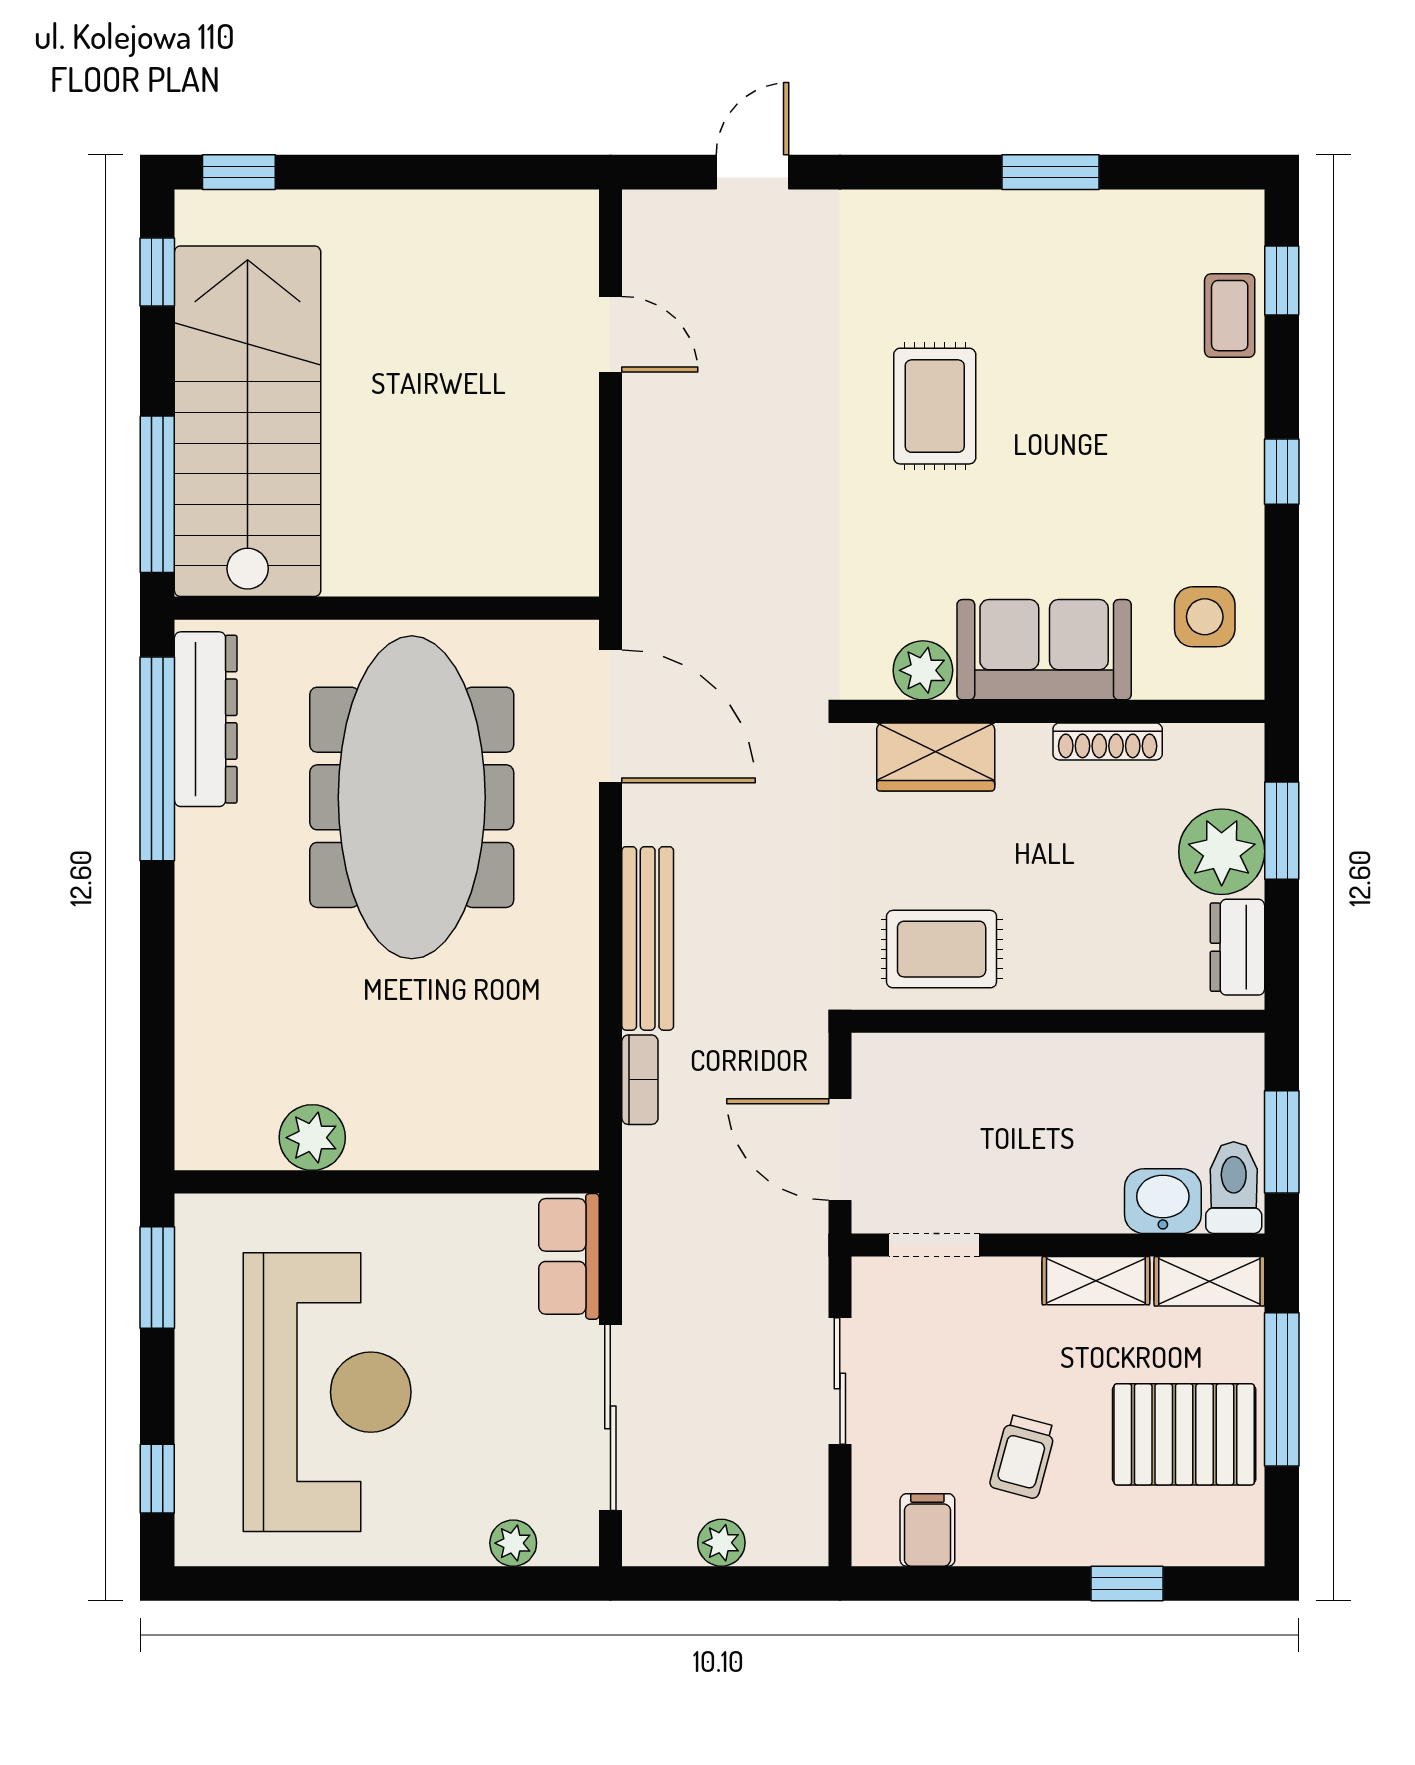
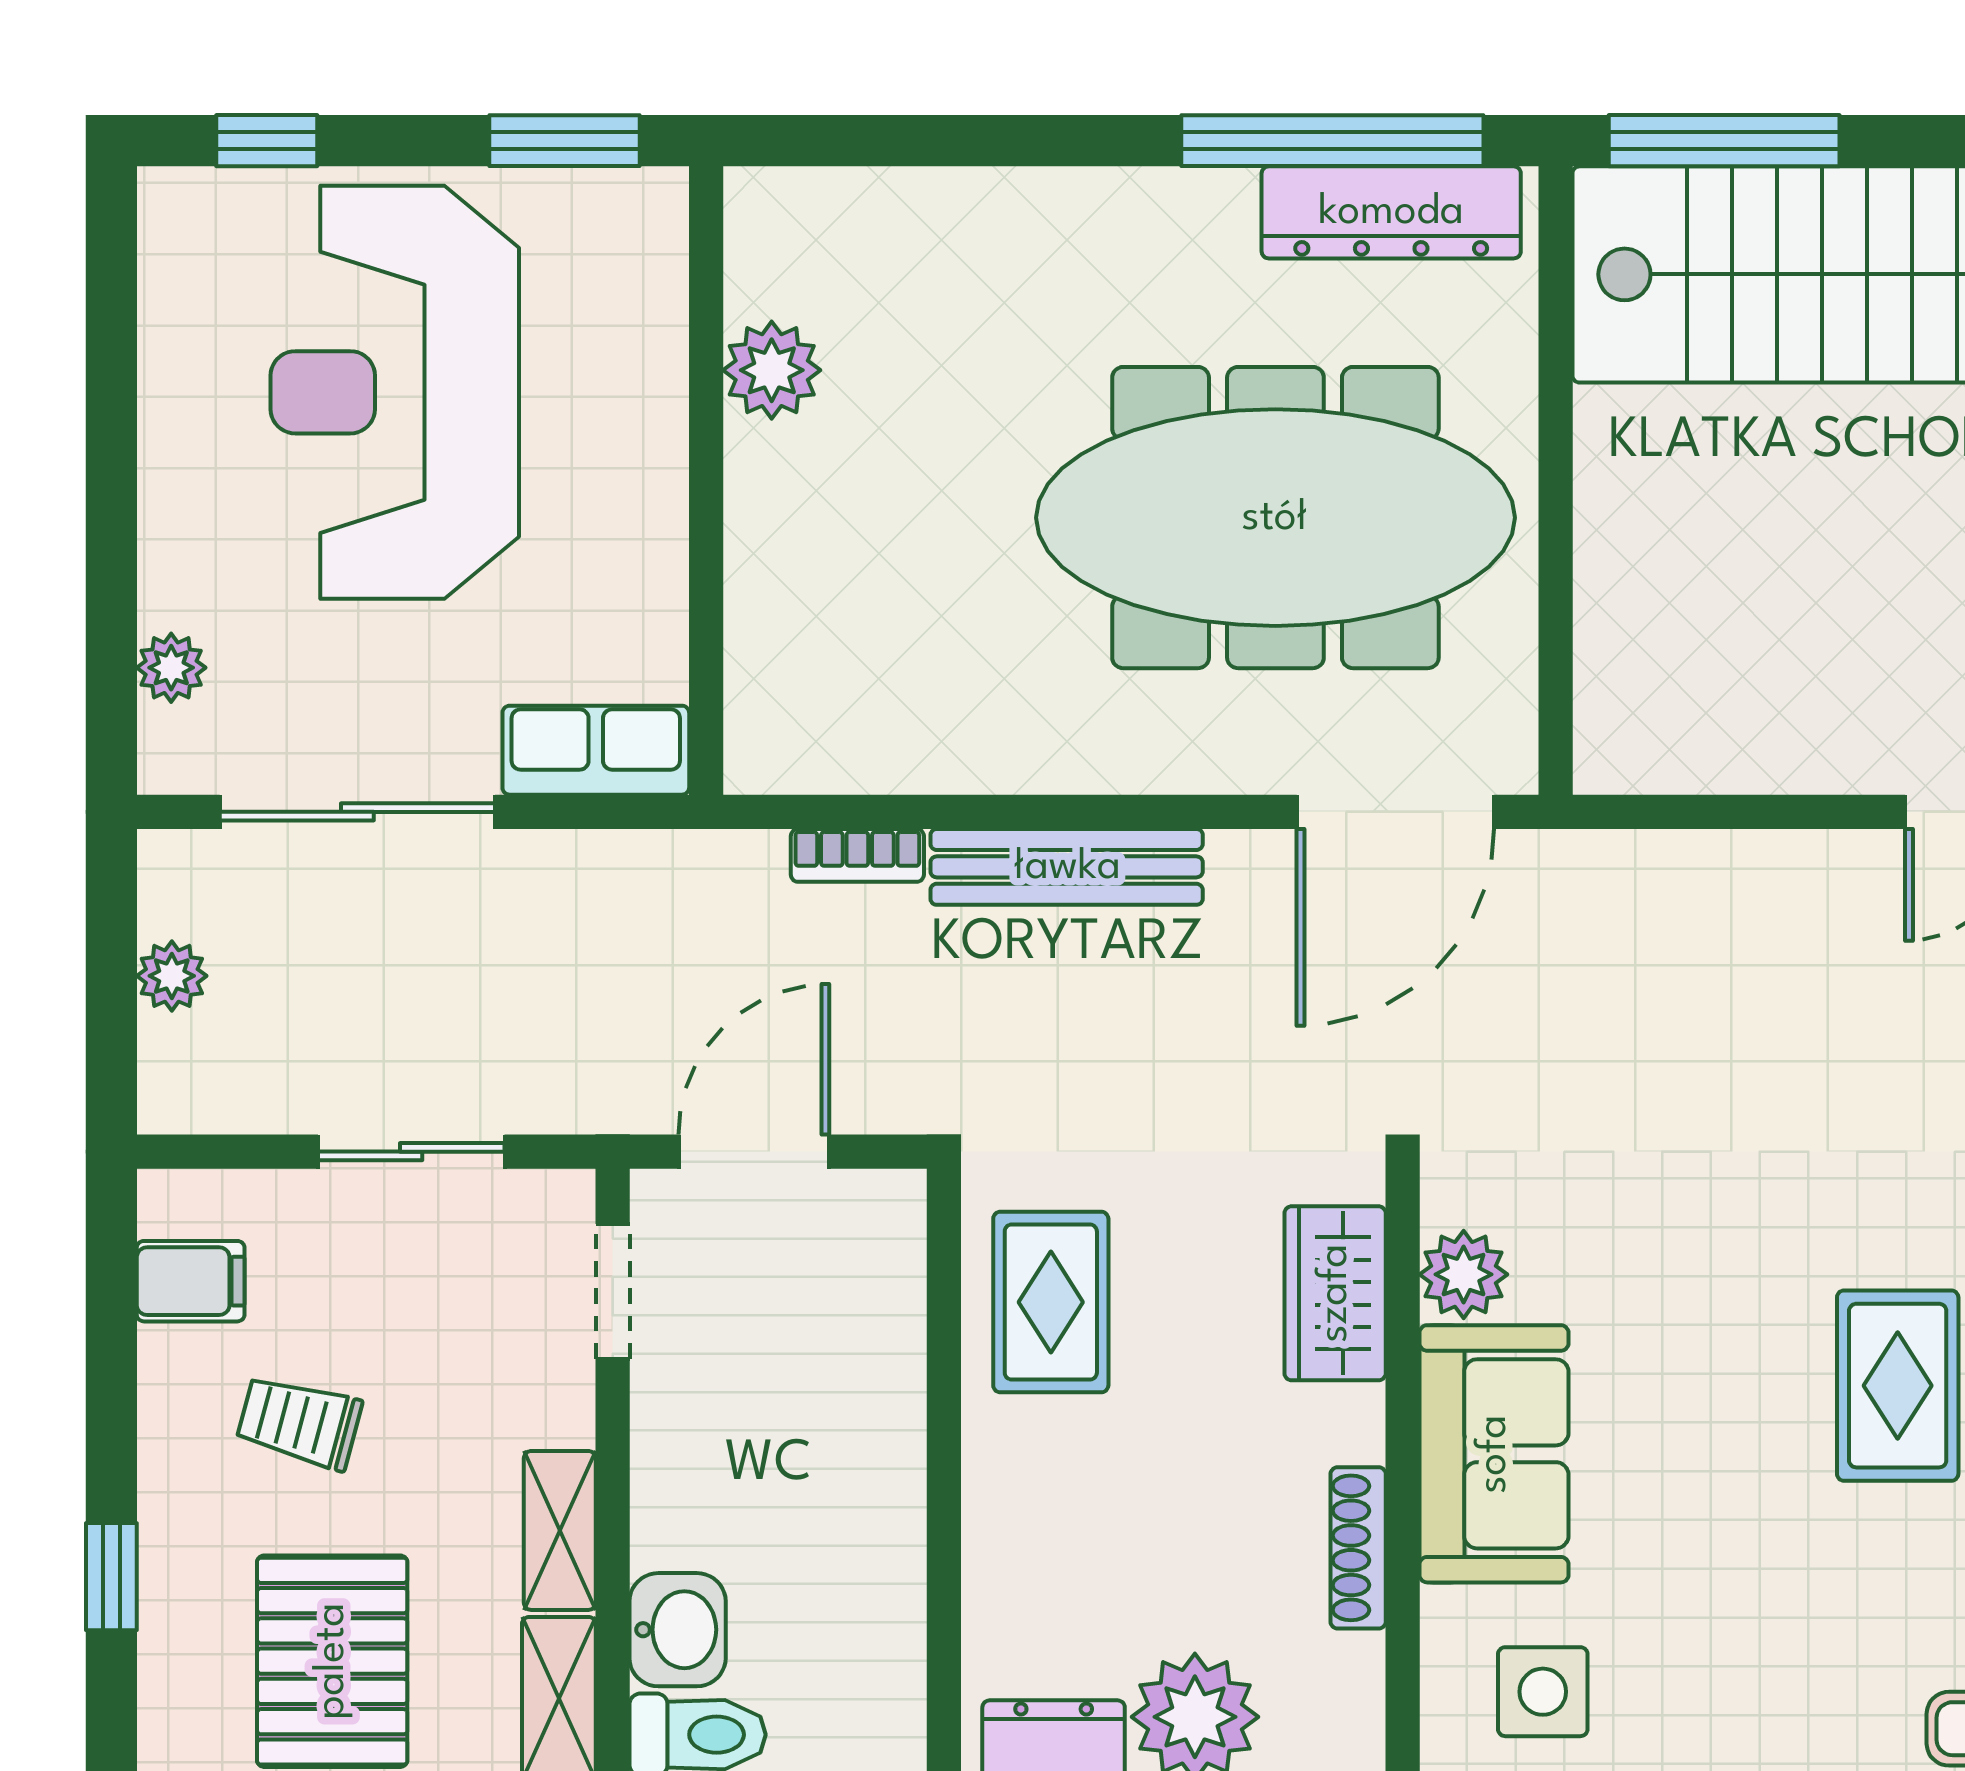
rug: (935, 406) -> (1898, 1386), moved, turned 90
reception desk: (327, 1392) -> (395, 392), turned 90

